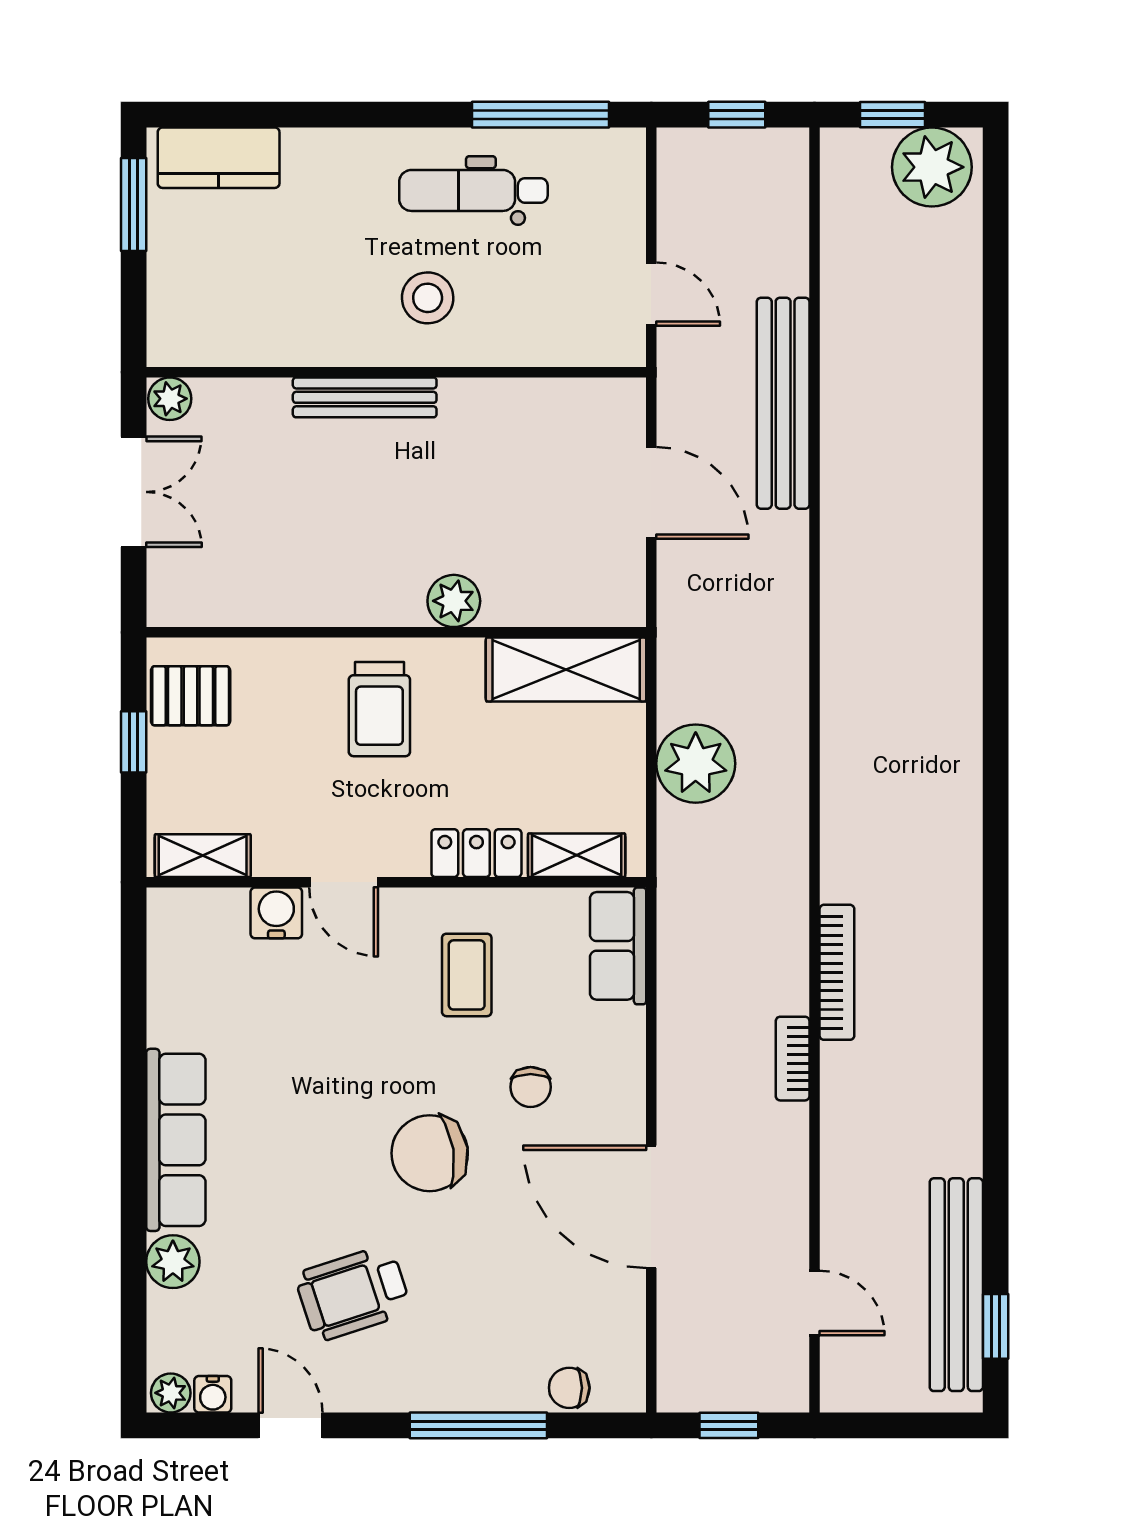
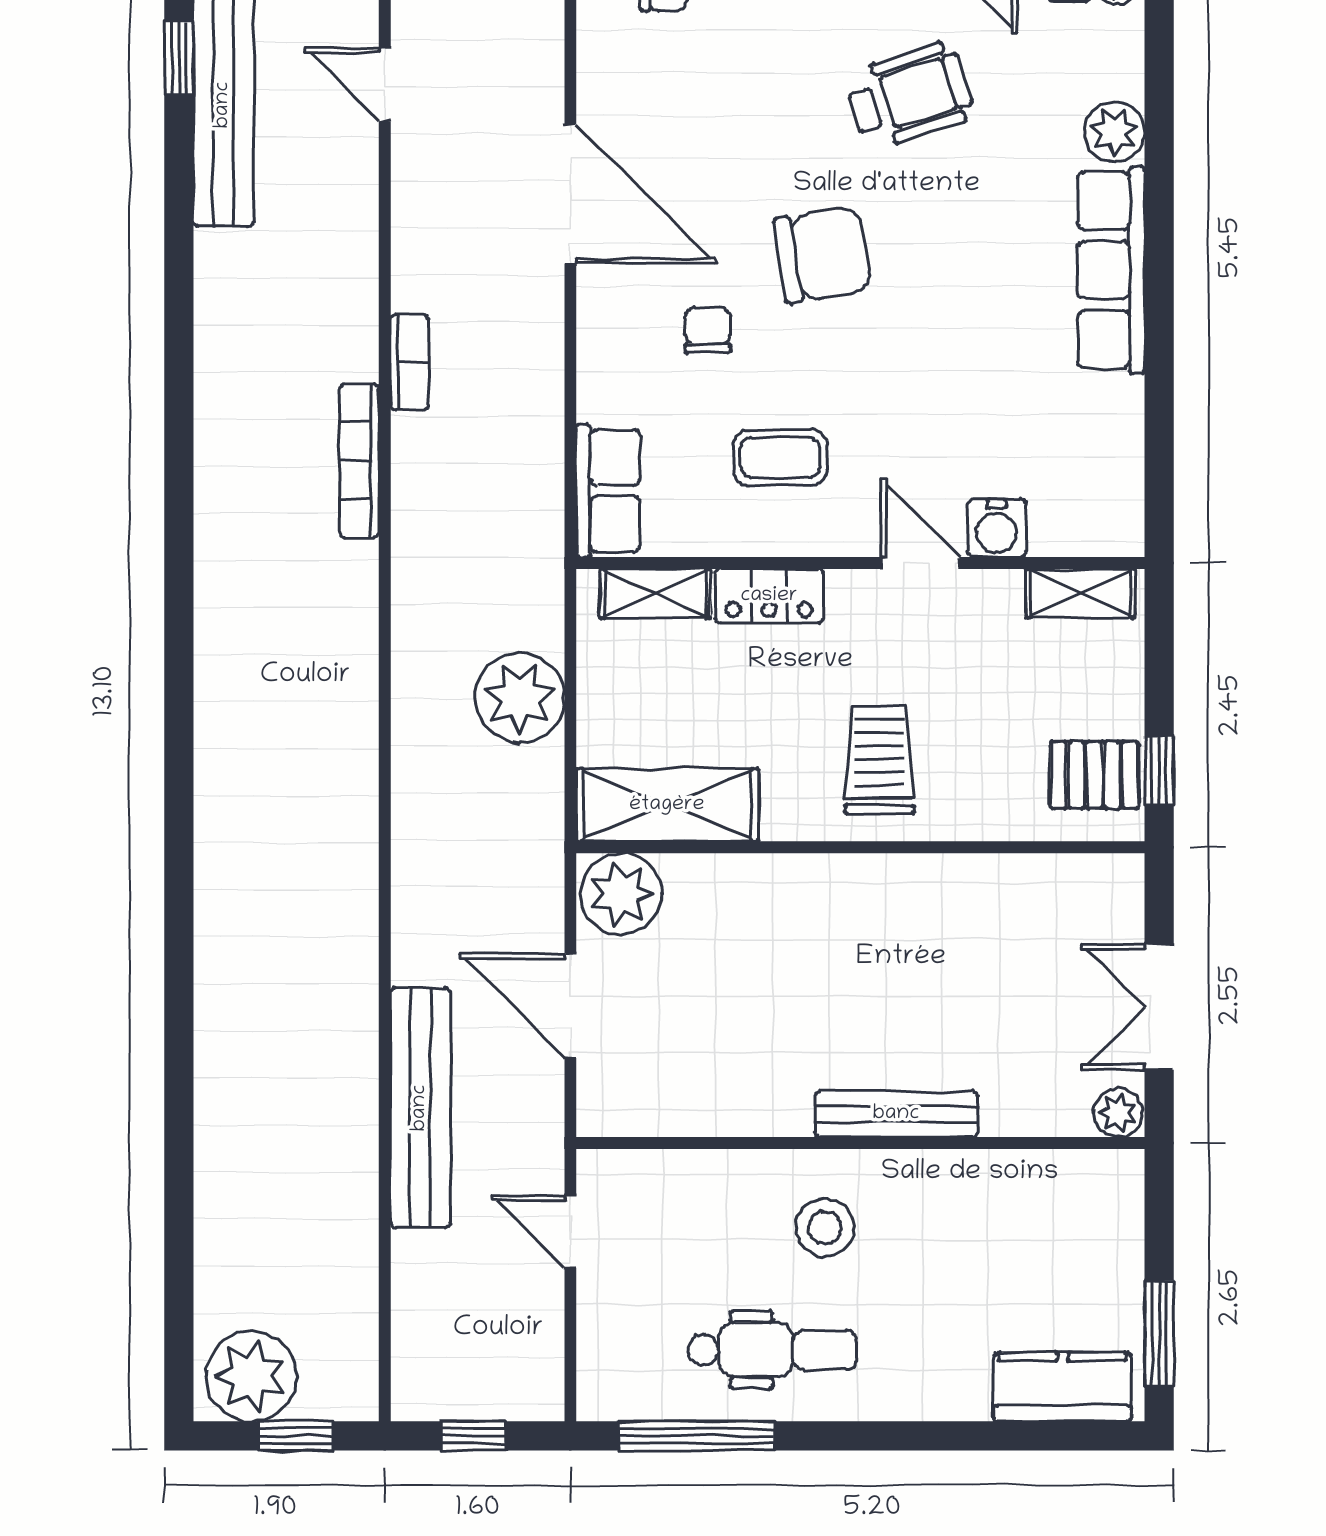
plant: (454, 601) -> (621, 894), moved, width x1.36, depth x1.36
window: (134, 742) -> (1159, 771), moved
coffee table: (467, 975) -> (780, 458), turned 90

